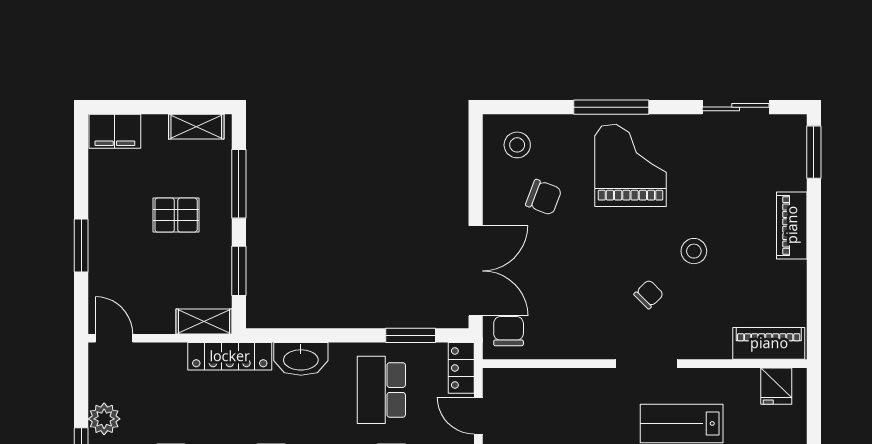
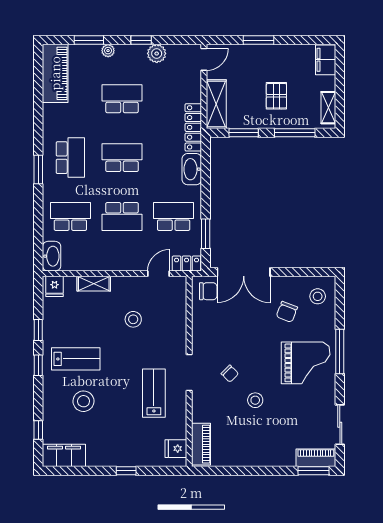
piano: (792, 225) -> (316, 458), moved
shelving: (204, 321) -> (216, 104), width x1.50, depth x1.33

